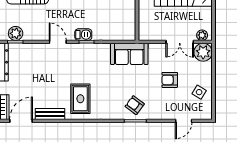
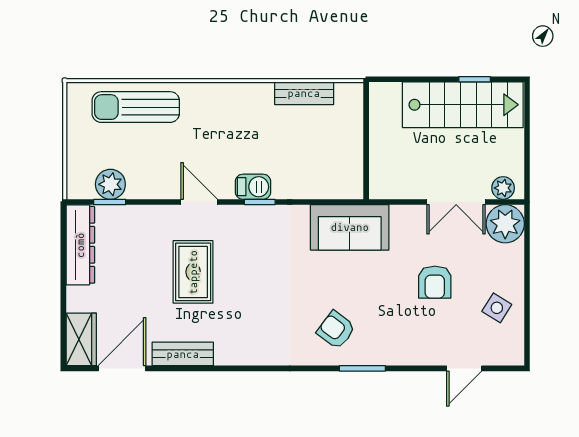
armchair: (170, 80) -> (435, 282), turned -90
rug: (80, 99) -> (193, 272), moved
armchair: (135, 105) -> (336, 330), moved

